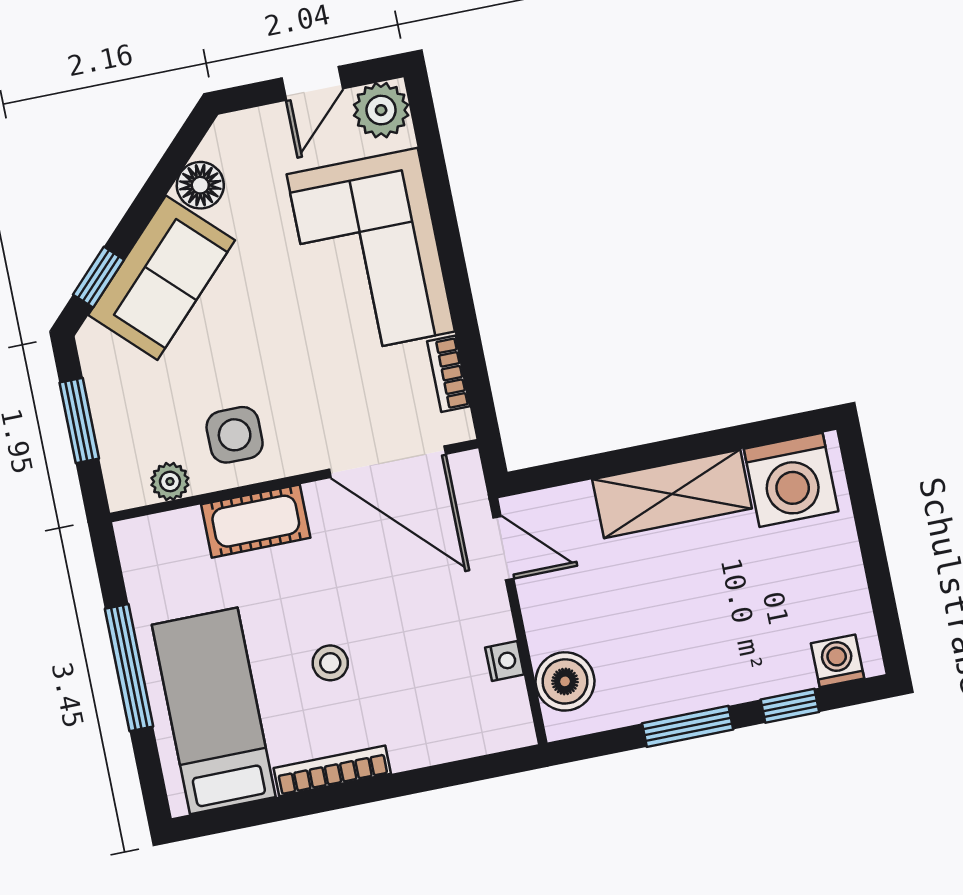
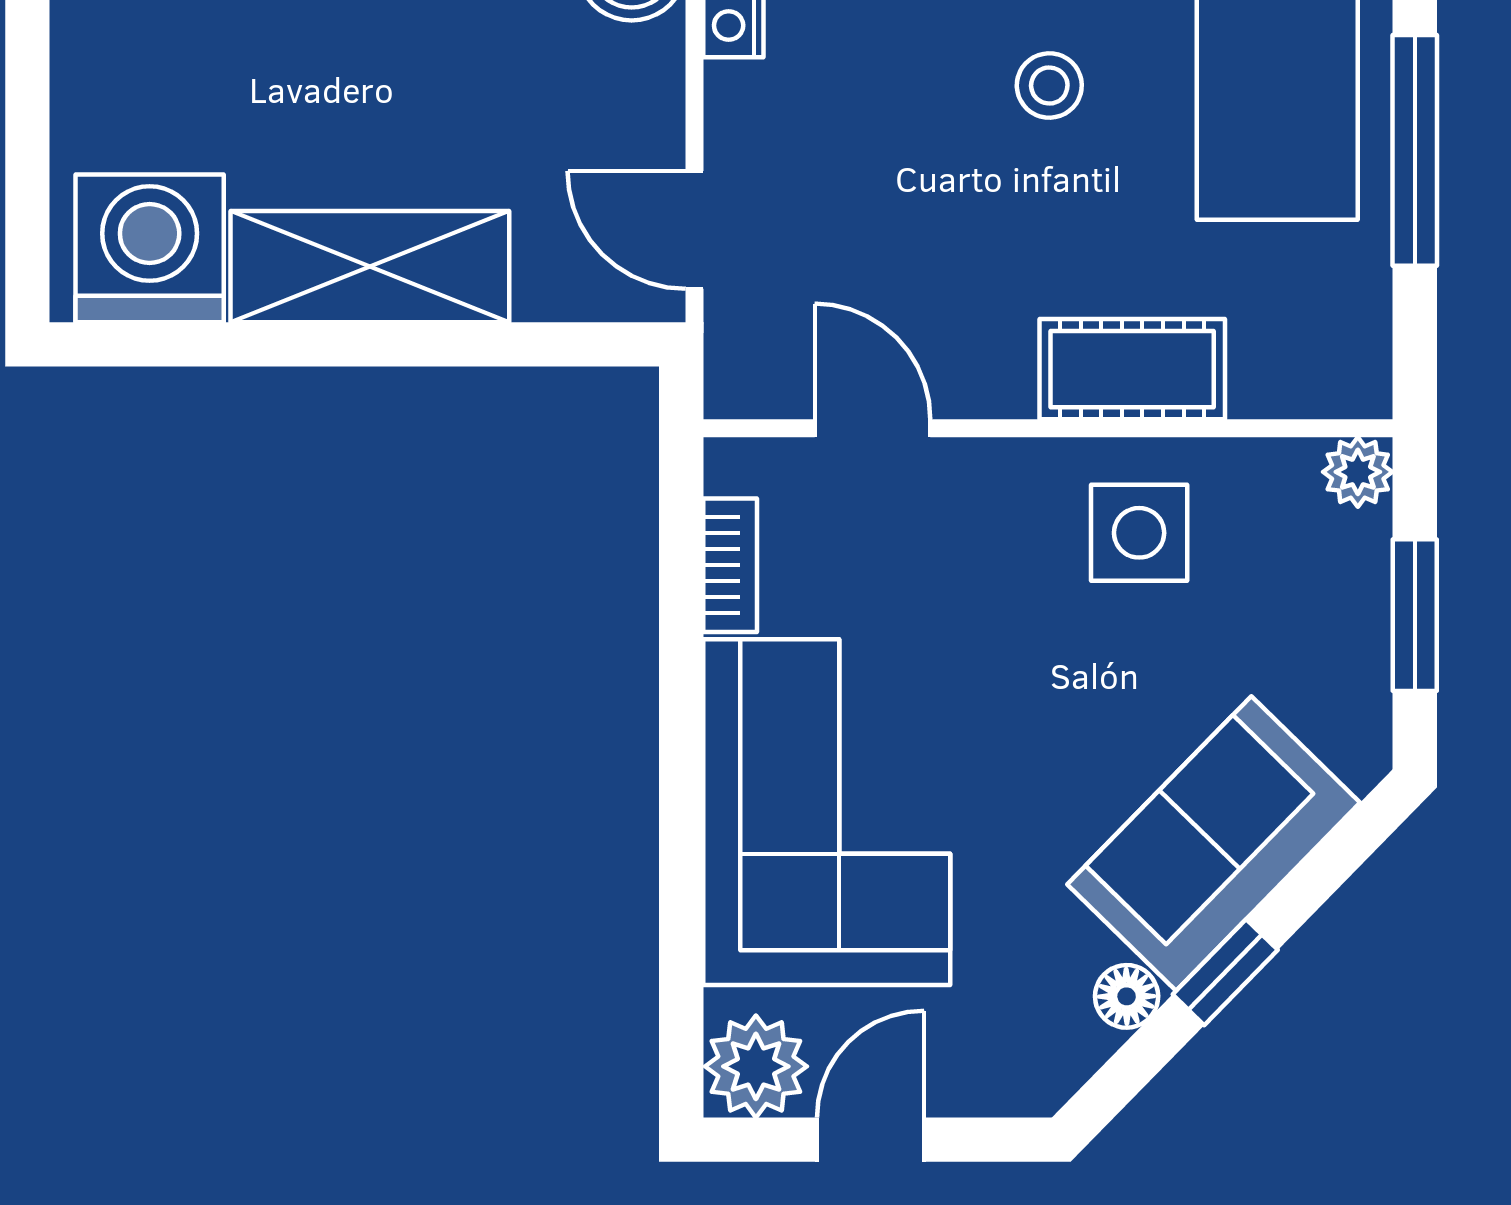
floor lamp: (200, 185) -> (1127, 996), width x0.73, depth x0.73
window: (98, 277) -> (1225, 972), moved
door: (387, 462) -> (873, 428), width x0.53
plant: (170, 481) -> (1358, 472), moved

